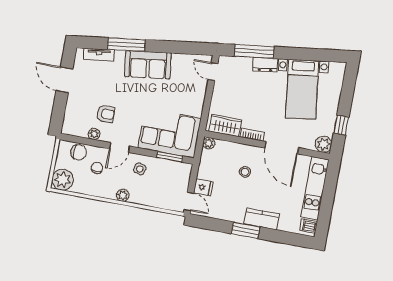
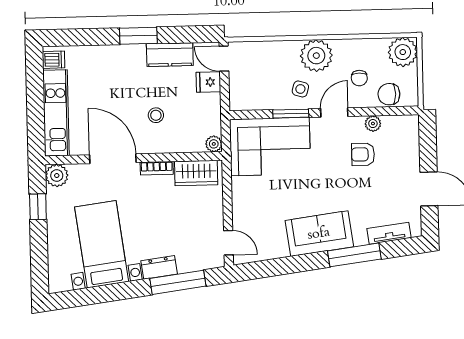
window: (170, 157) -> (291, 114), moved
plant: (123, 195) -> (316, 56), width x1.87, depth x1.87
kitchen counter: (262, 219) -> (170, 55), moved

